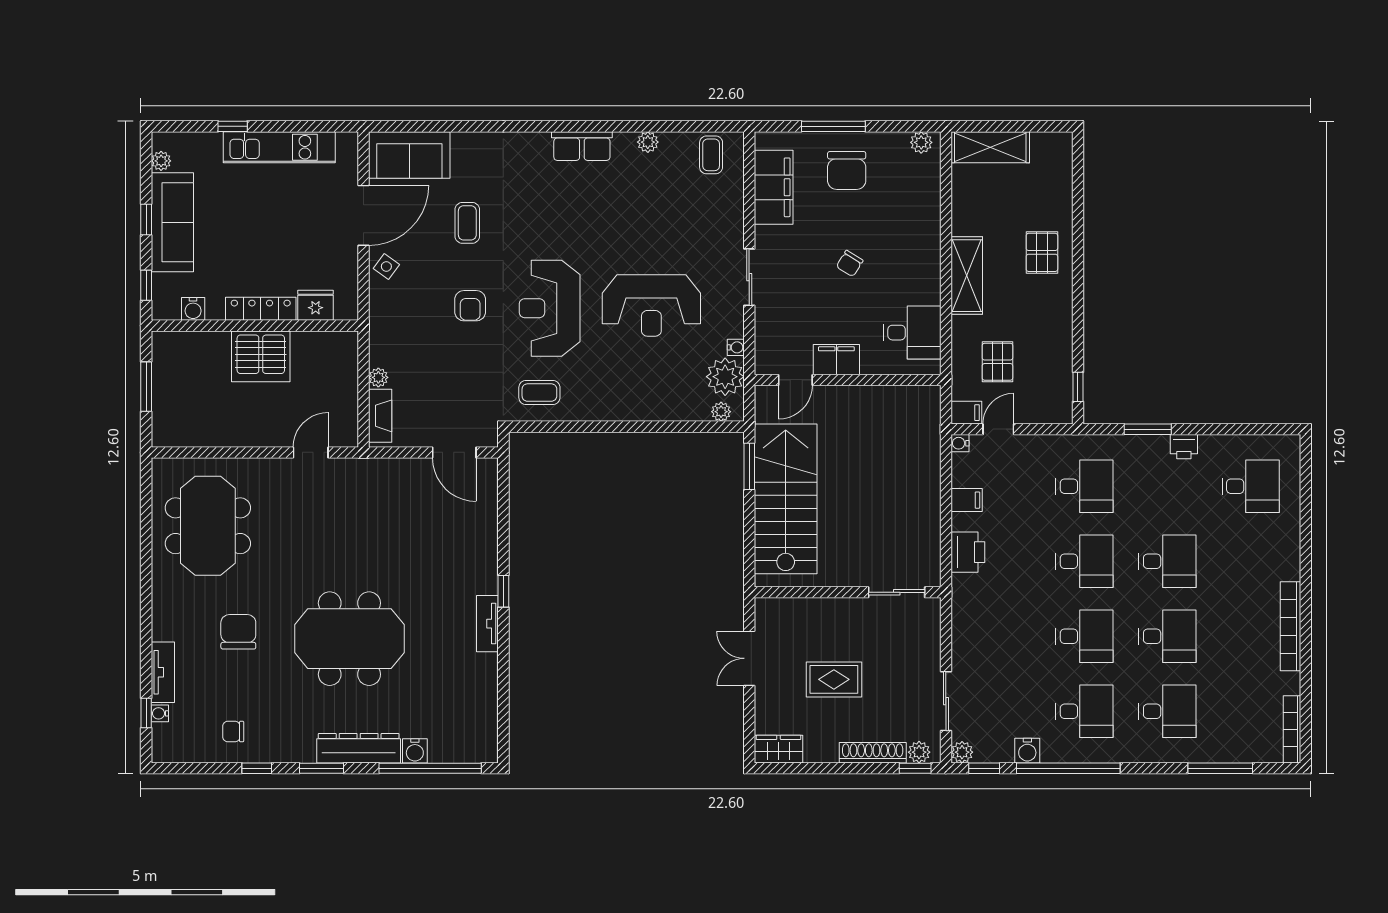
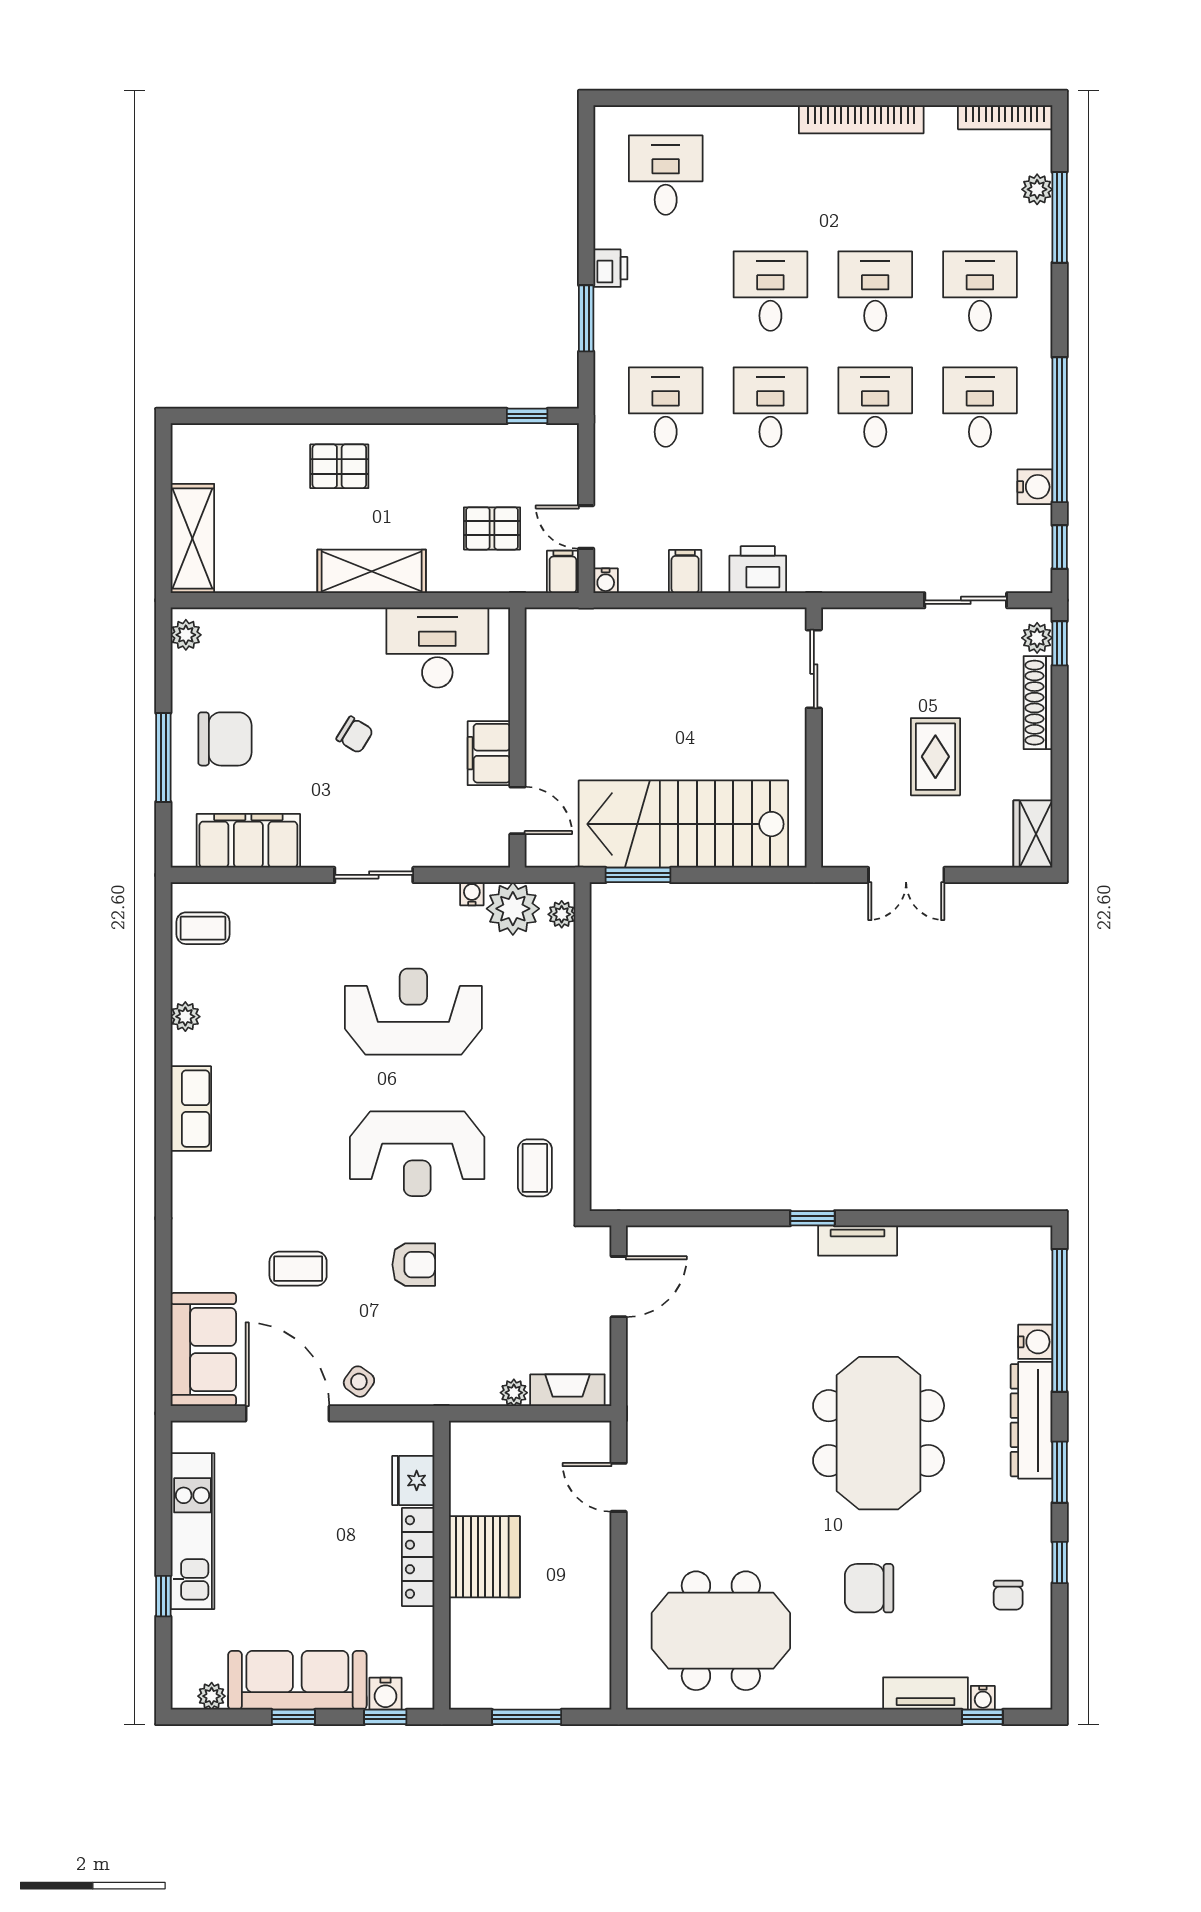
reception desk: (651, 305) -> (413, 1012), turned -90
water cooler: (193, 309) -> (386, 1694), moved, turned 90
desk: (912, 333) -> (437, 648), width x1.37
plant: (962, 752) -> (1037, 189), moved

